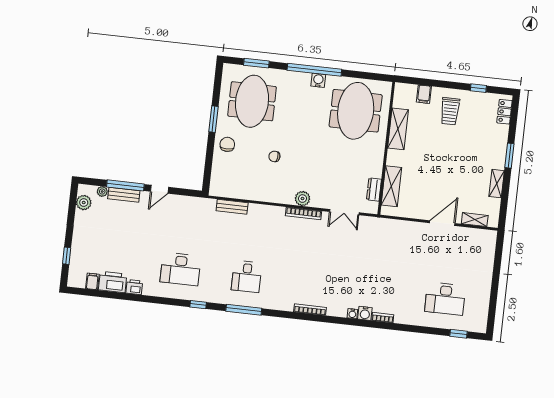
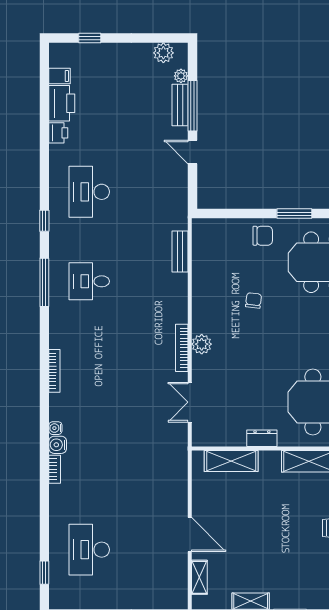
dresser: (374, 190) -> (262, 438), moved

